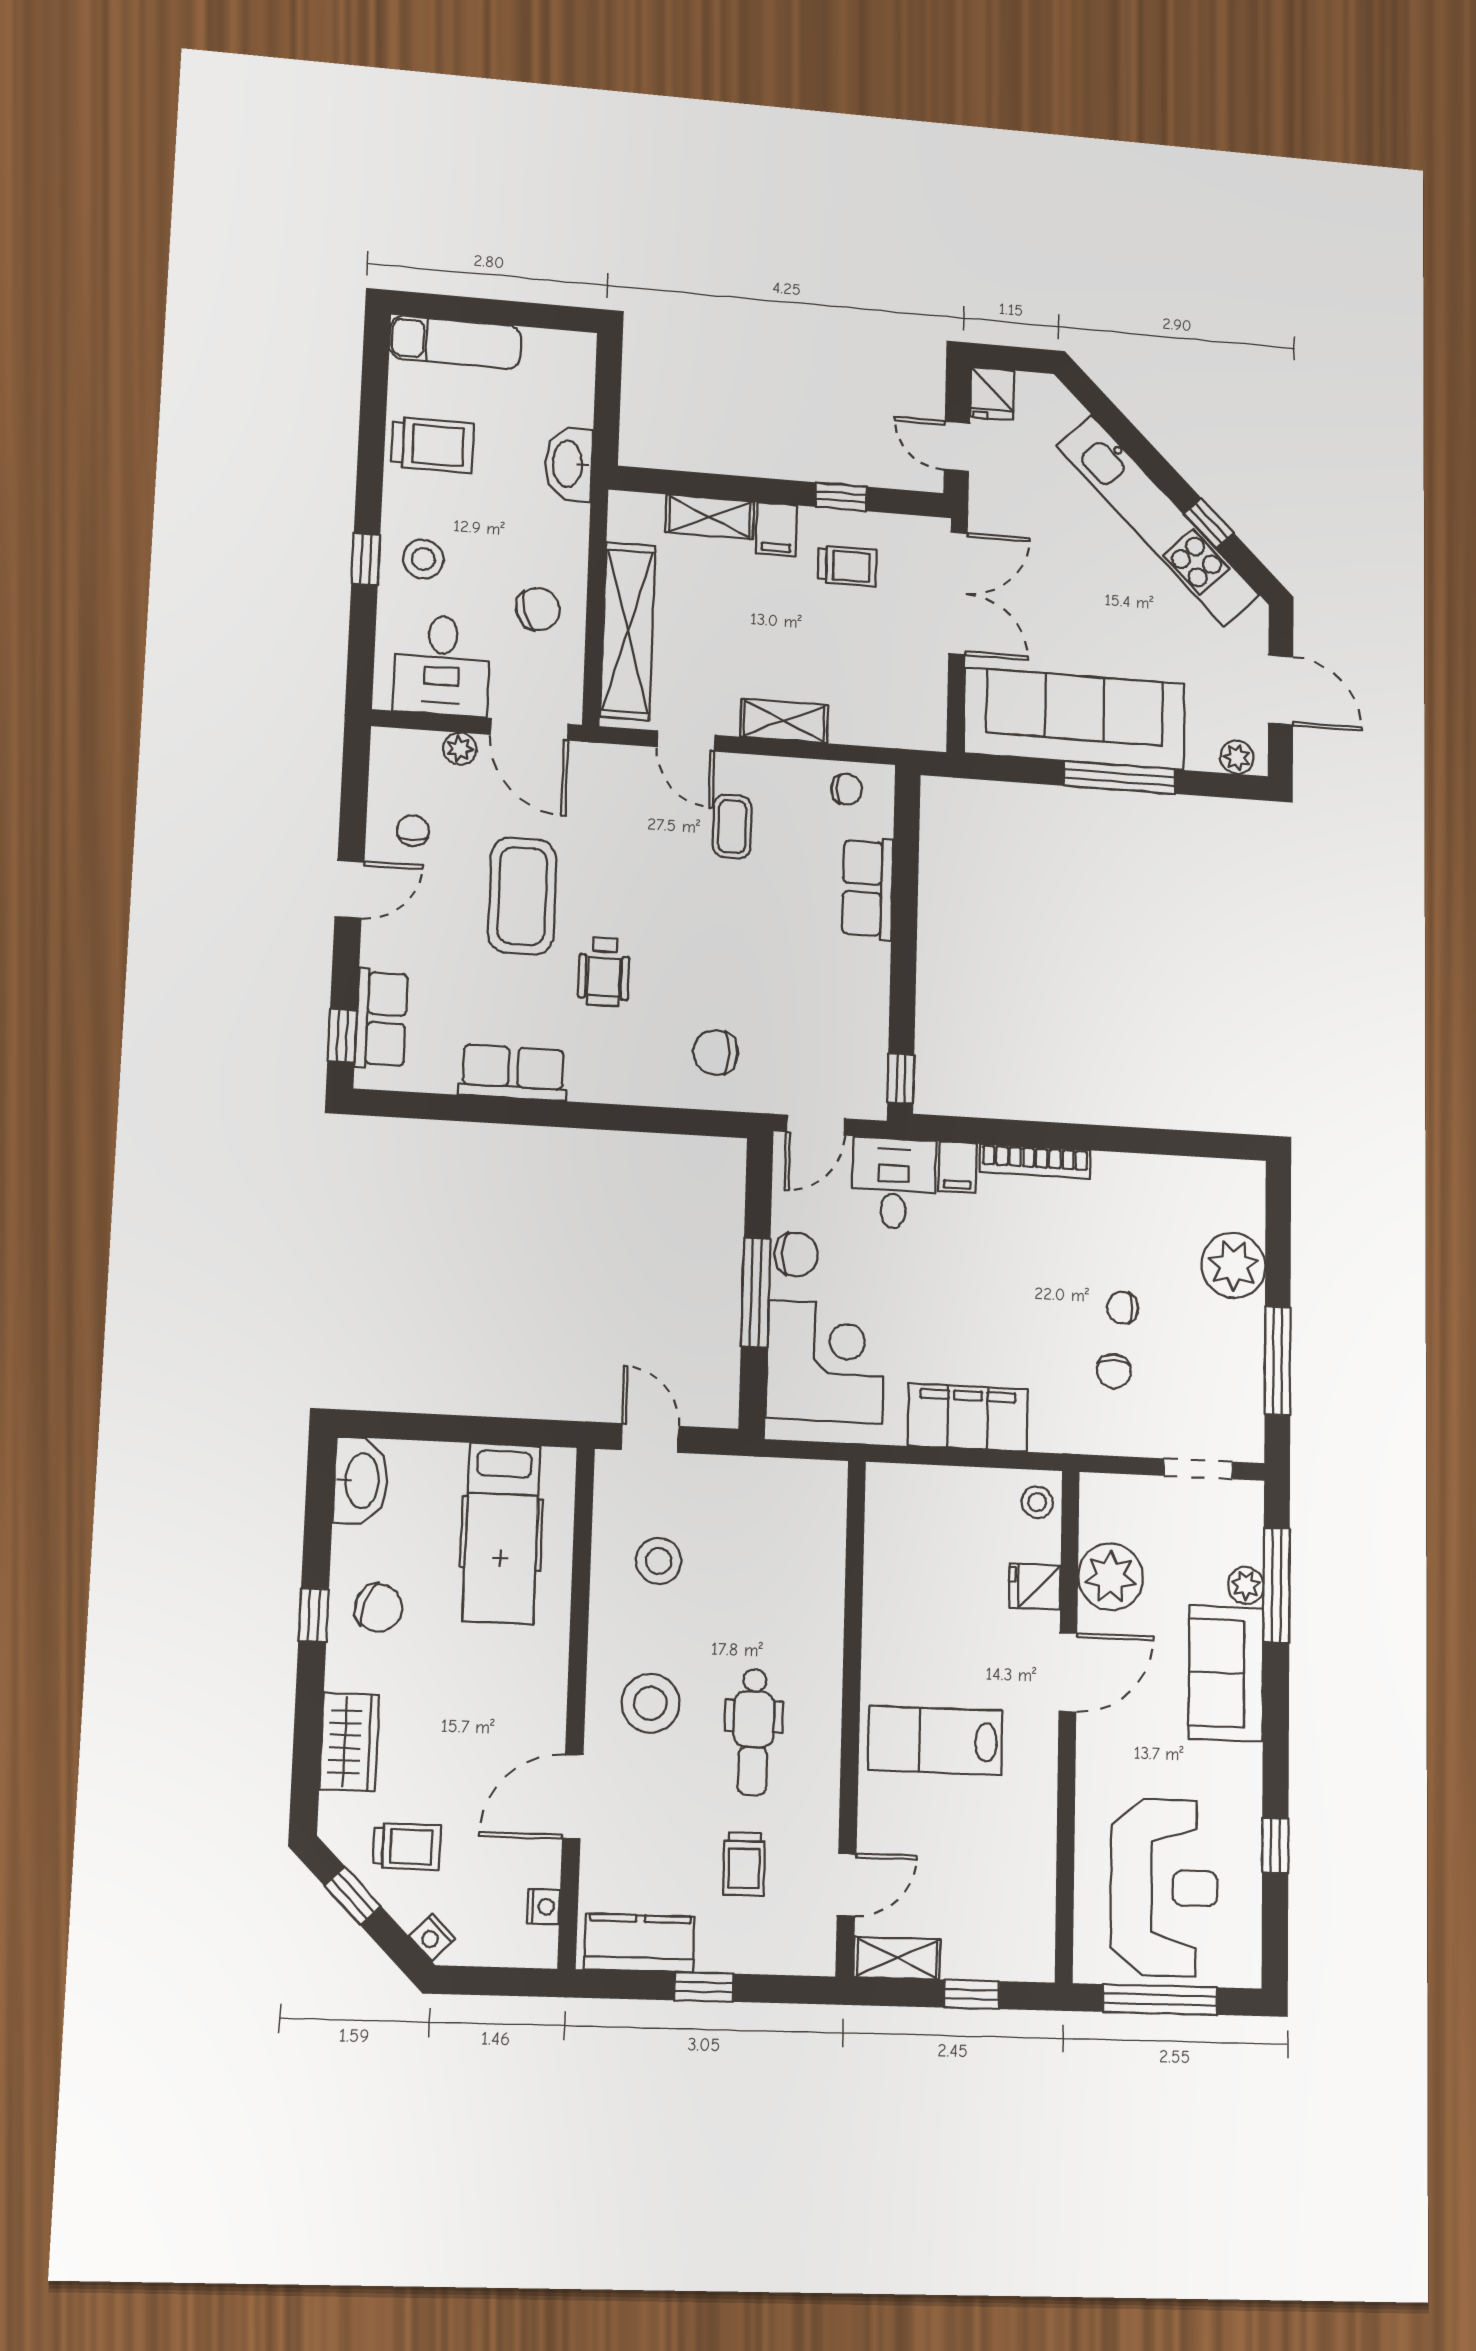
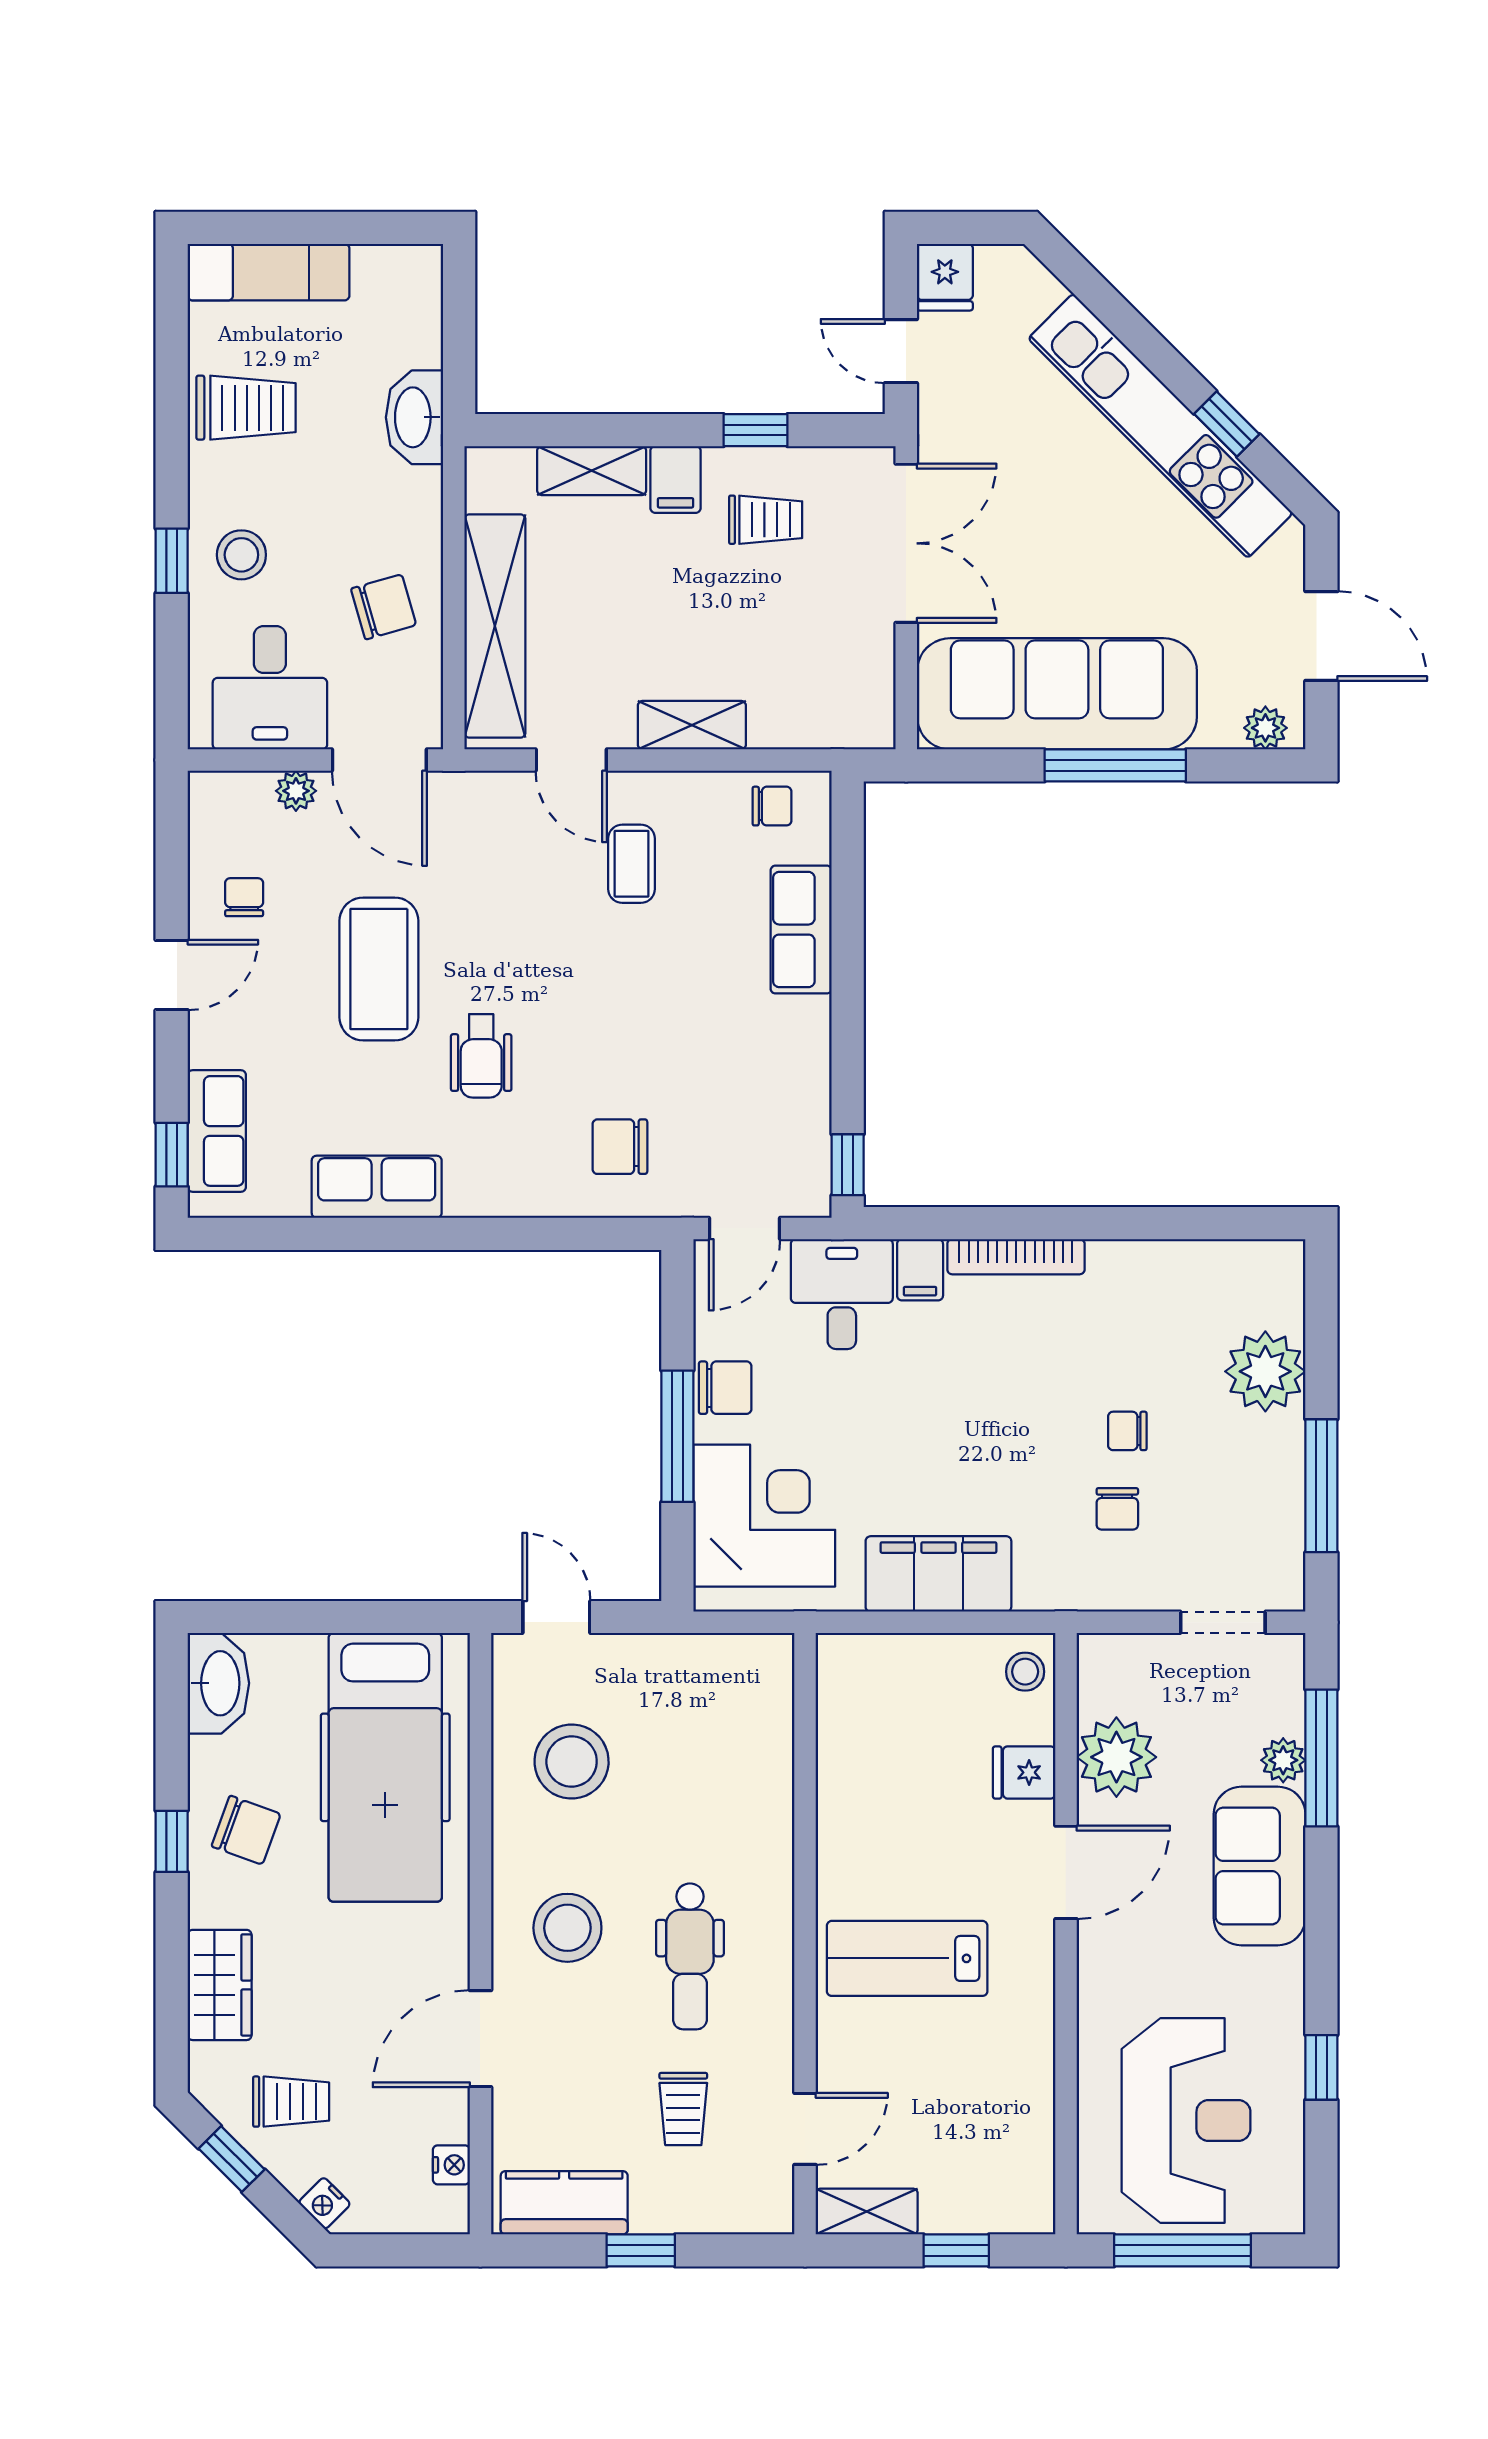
hospital bed: (501, 1533) -> (385, 1767), width x1.37, depth x1.29
stool: (659, 1561) -> (572, 1761), width x1.38, depth x1.38

